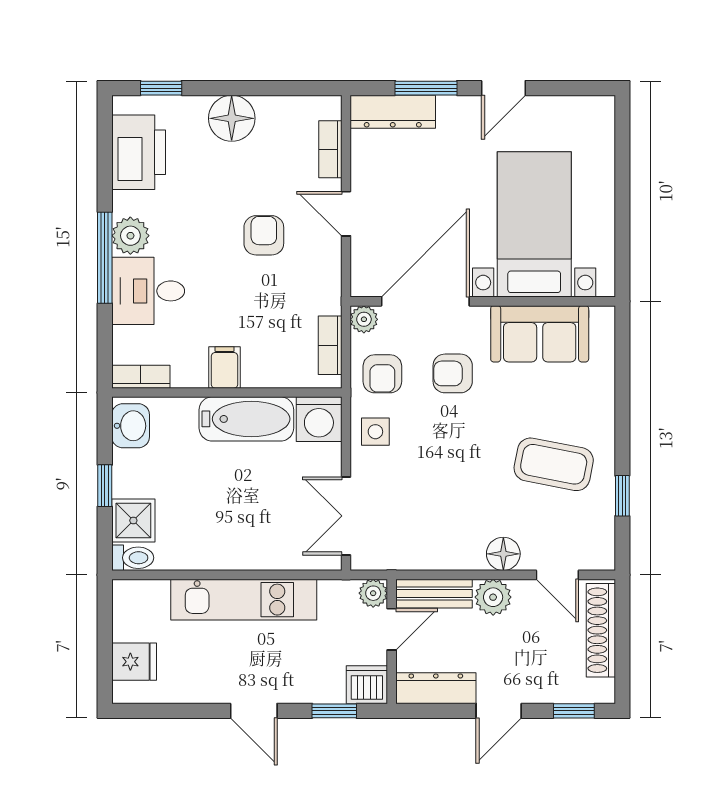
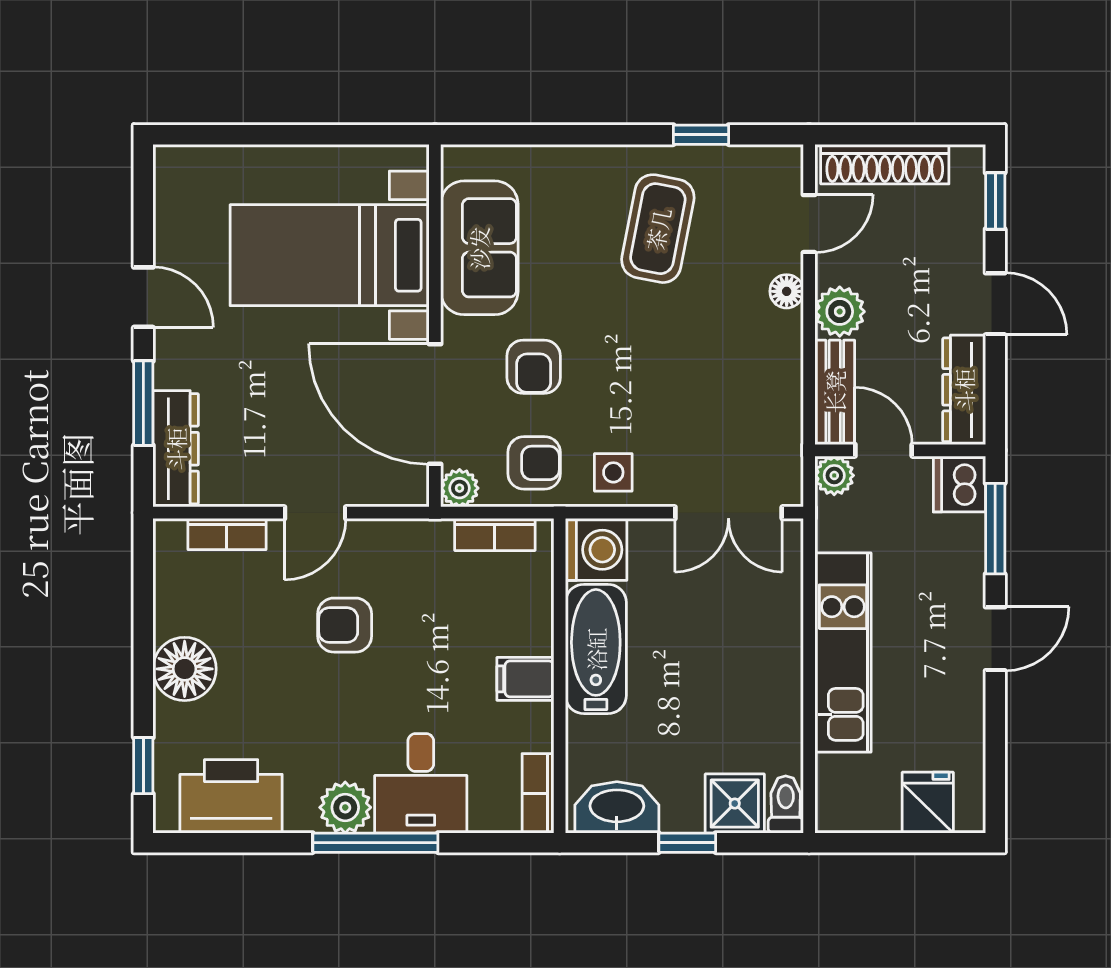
washbasin: (131, 426) -> (617, 807), width x1.38
floor lamp: (503, 554) -> (787, 291), width x0.73, depth x0.73
window: (334, 711) -> (995, 529), width x1.50

